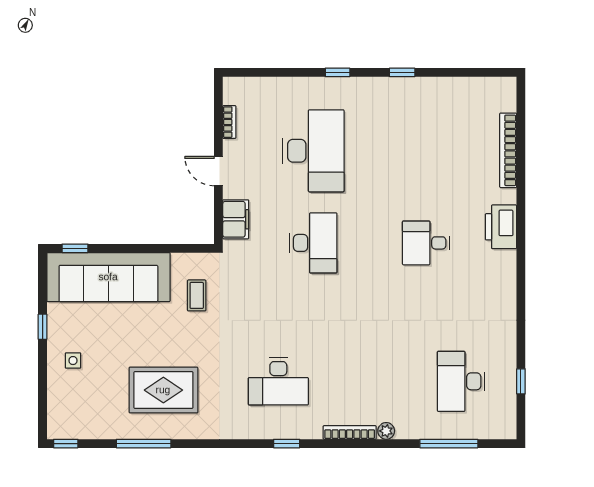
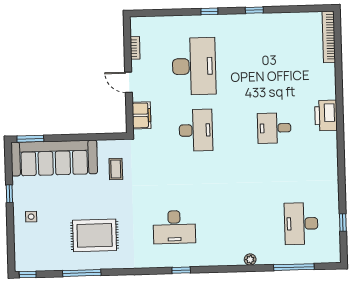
bookcase: (508, 150) -> (329, 37), moved
window: (75, 248) -> (30, 139), width x1.50
bookcase: (350, 432) -> (225, 261), removed

